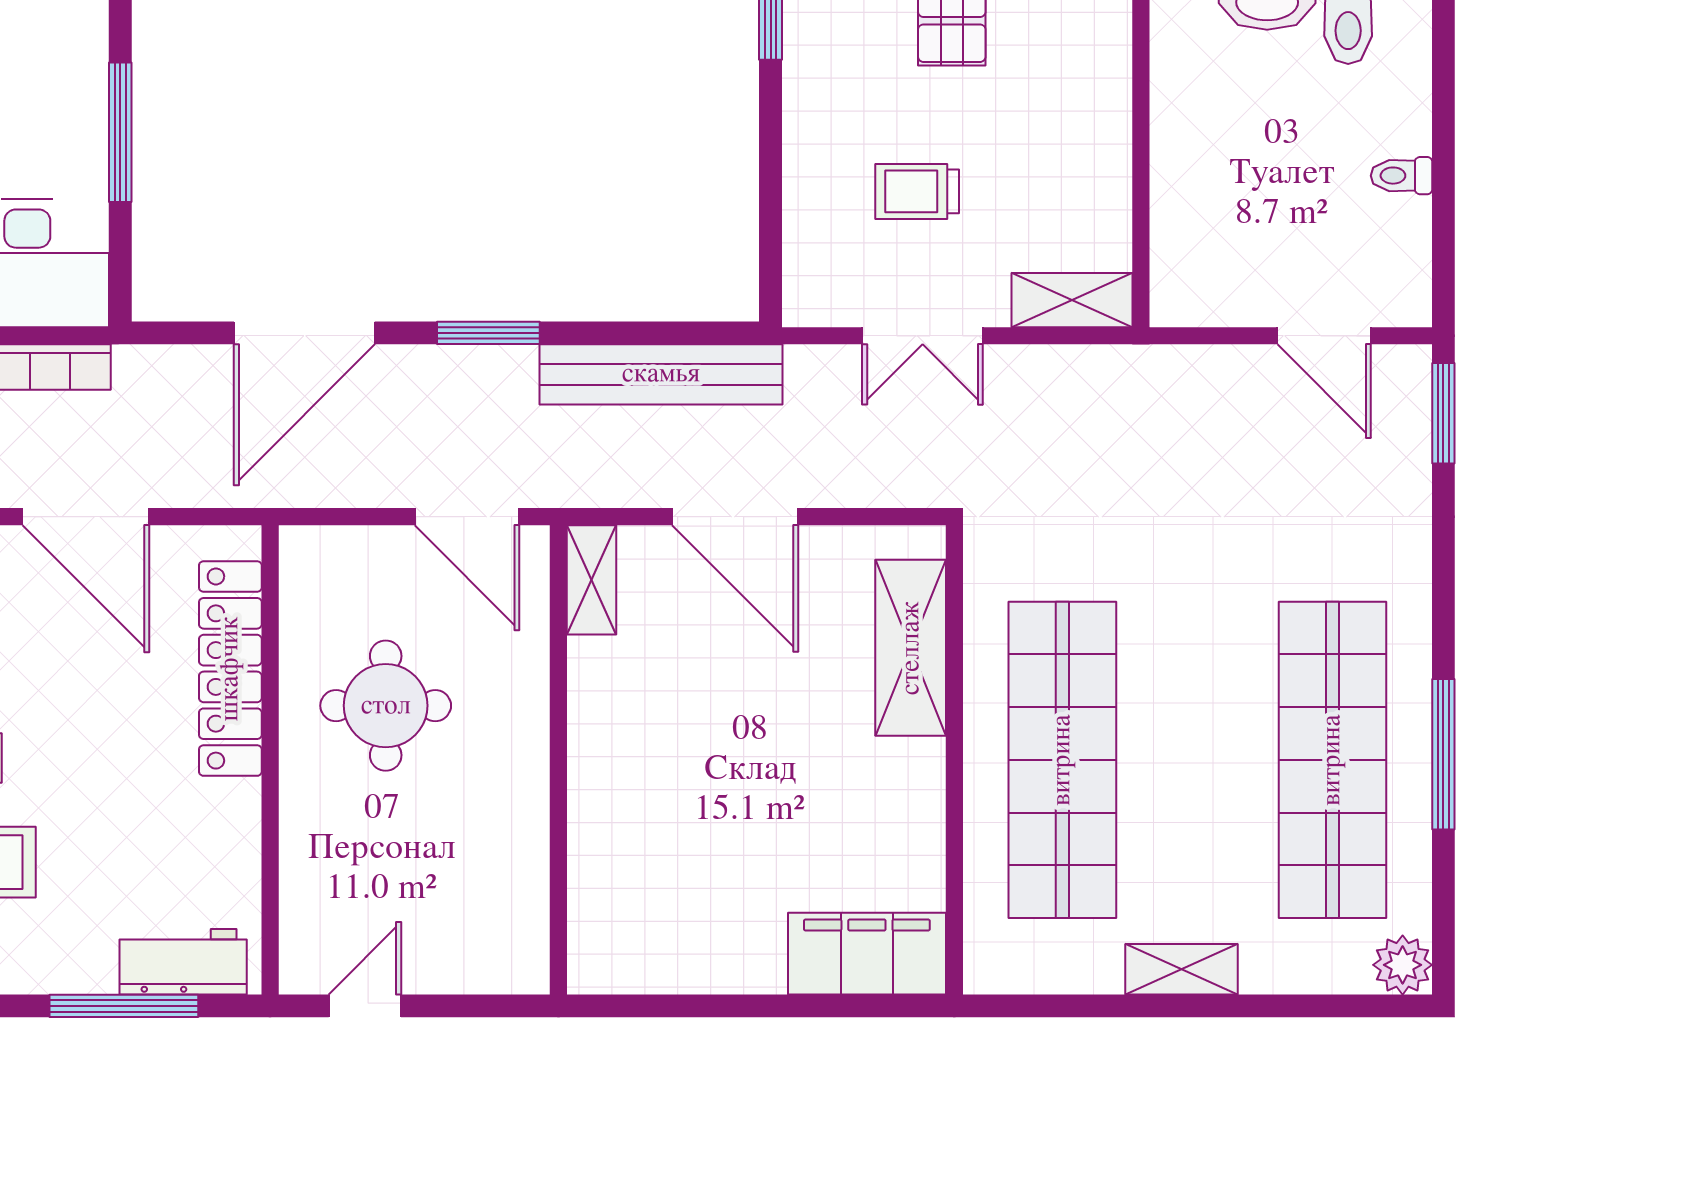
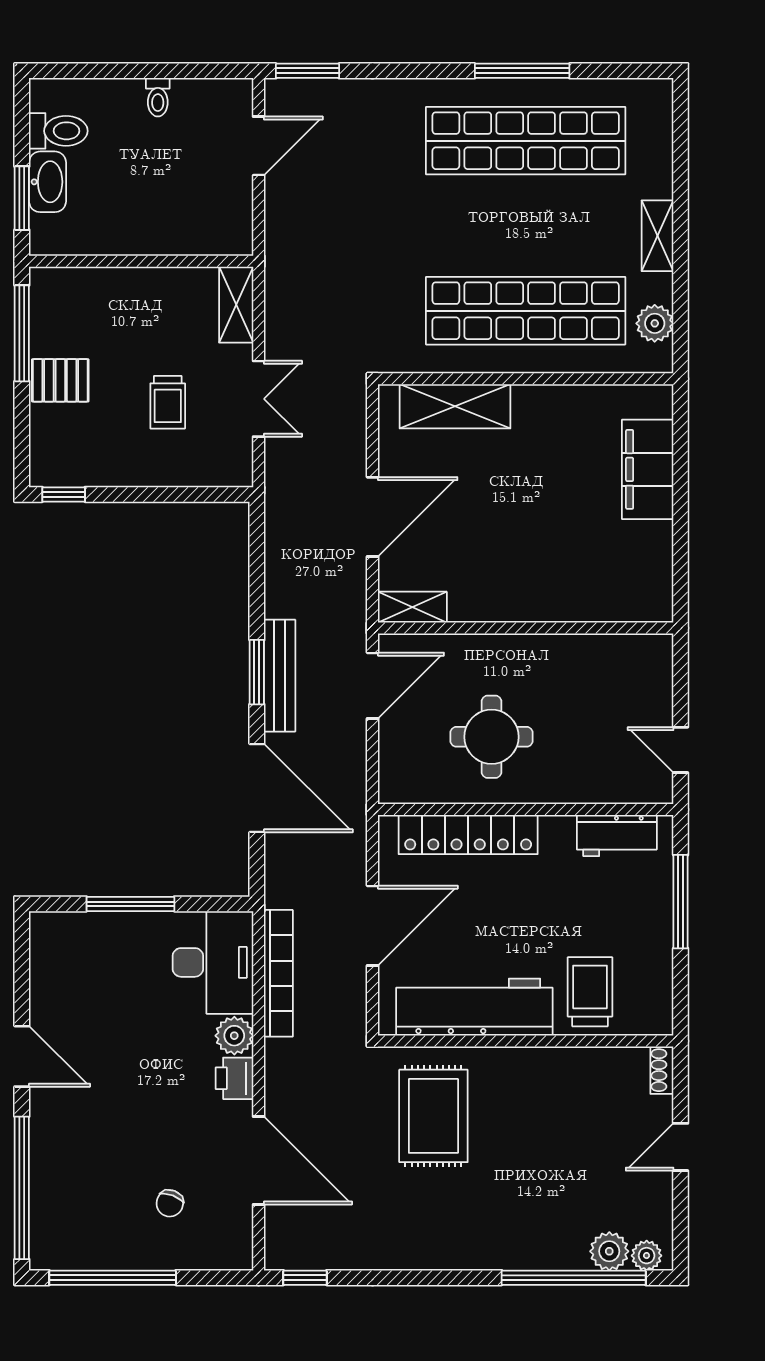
bench: (661, 374) -> (280, 676), moved, width x0.73, depth x0.82
filing cabinet: (867, 954) -> (648, 469), moved
workbench: (183, 962) -> (617, 836), moved, turned -90
plant: (1403, 965) -> (655, 323), moved

